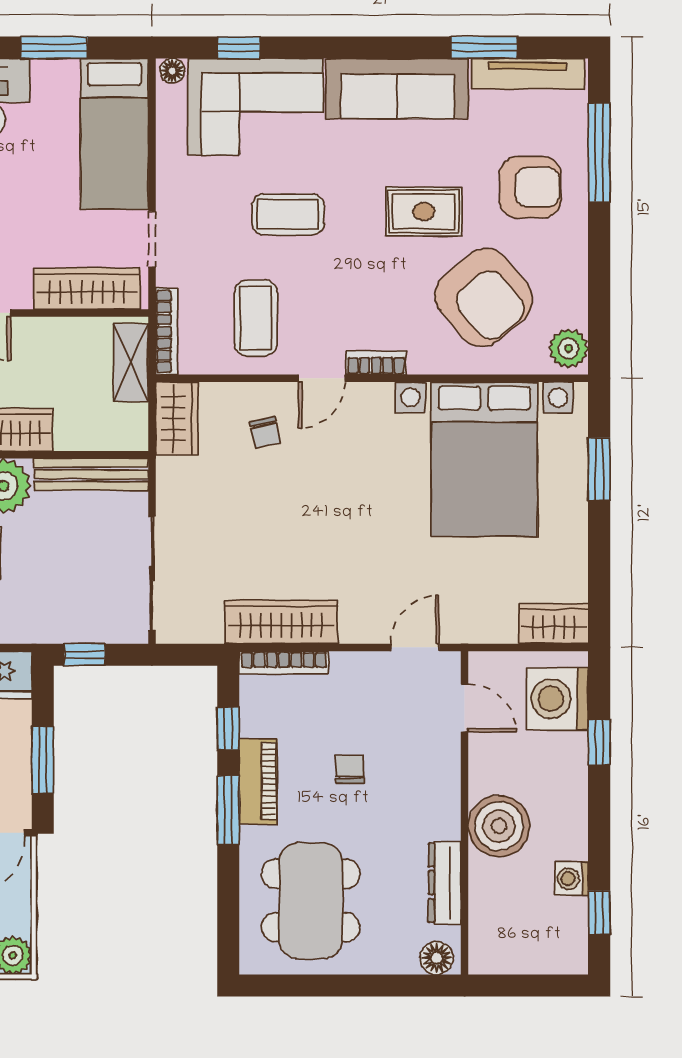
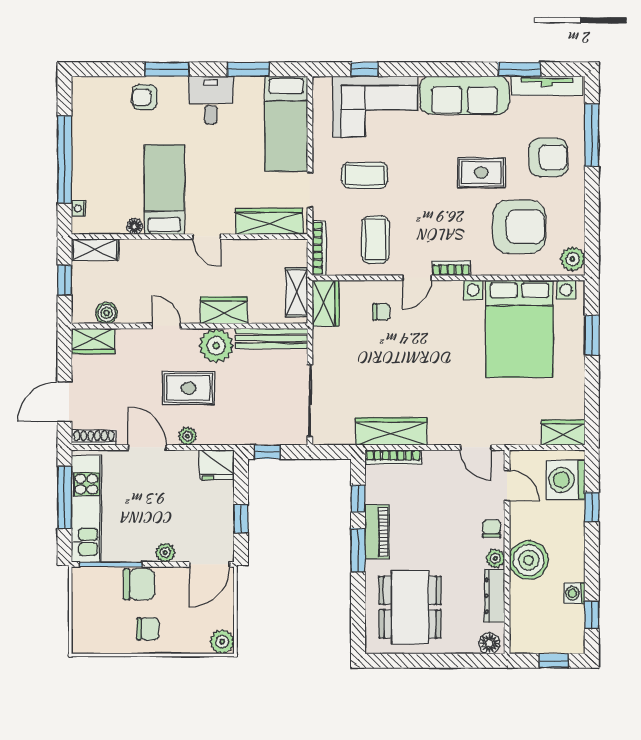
floor lamp: (172, 71) -> (323, 84), removed
coffee table: (288, 214) -> (365, 175), moved
armchair: (484, 297) -> (519, 227), turned -50
shelving: (131, 363) -> (297, 292), moved
chair: (265, 432) -> (381, 312), turned -77
door: (415, 647) -> (476, 447), swing flipped
window: (43, 761) -> (241, 519), width x0.67
chair: (350, 769) -> (492, 529), moved
plant: (446, 823) -> (495, 558), added
window: (539, 986) -> (554, 661), added

